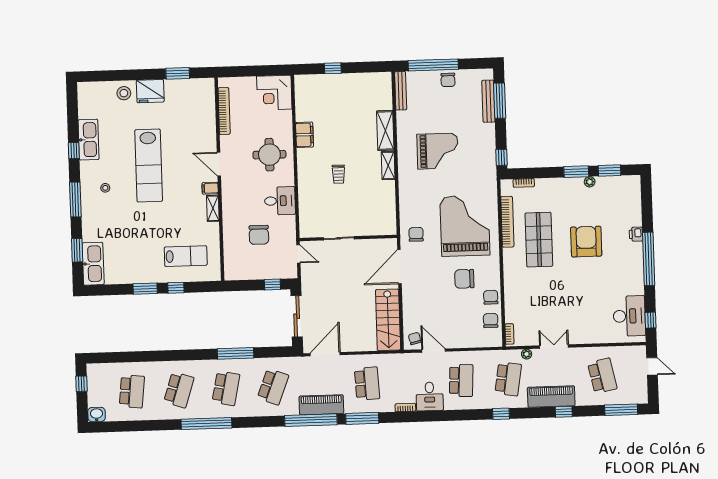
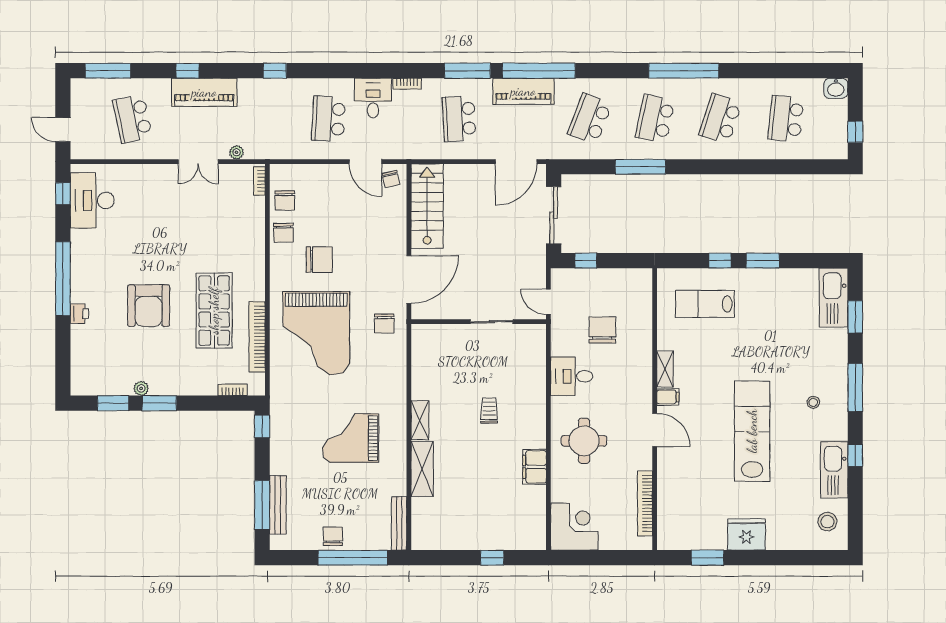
stool: (124, 93) -> (827, 522), moved
school desk: (508, 379) -> (263, 119), removed

